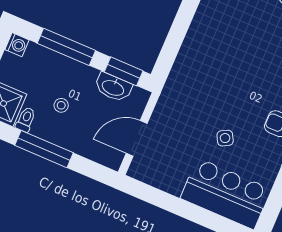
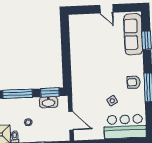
door: (137, 138) -> (71, 121), swing flipped

